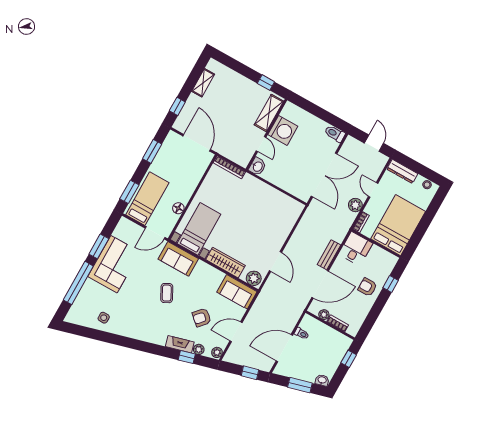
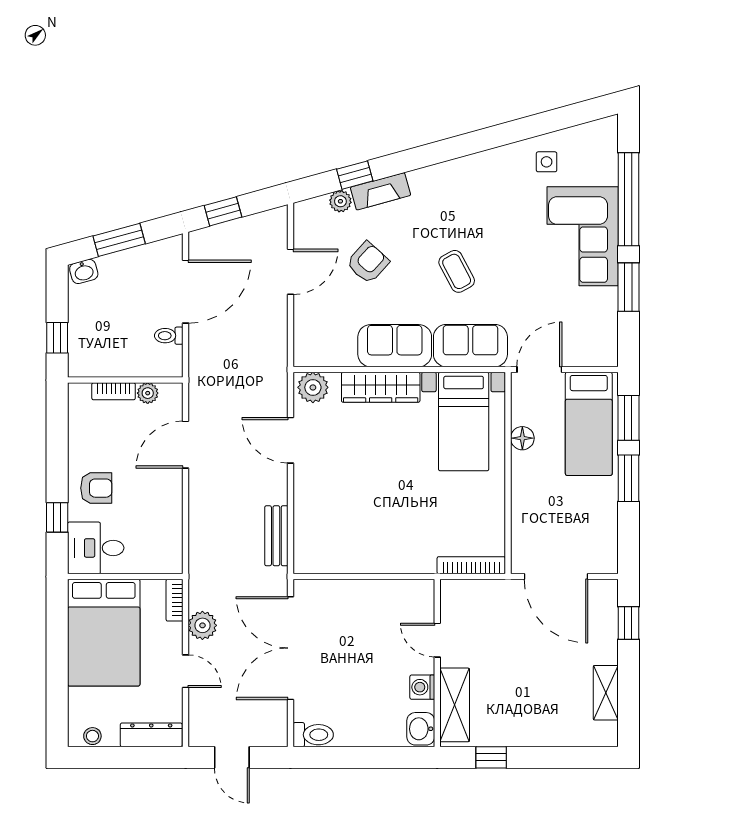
washing machine: (283, 130) -> (422, 687), width x0.53, depth x0.53
window: (152, 151) -> (628, 478), moved
washbasin: (257, 166) -> (421, 729), moved
desk: (356, 249) -> (96, 548), moved, turned 90
bench: (329, 255) -> (276, 536), moved
corner sofa: (114, 264) -> (583, 236), moved
door: (320, 284) -> (186, 445), width x0.73
sofa: (237, 292) -> (395, 346), moved
plant: (217, 352) -> (304, 215), removed

